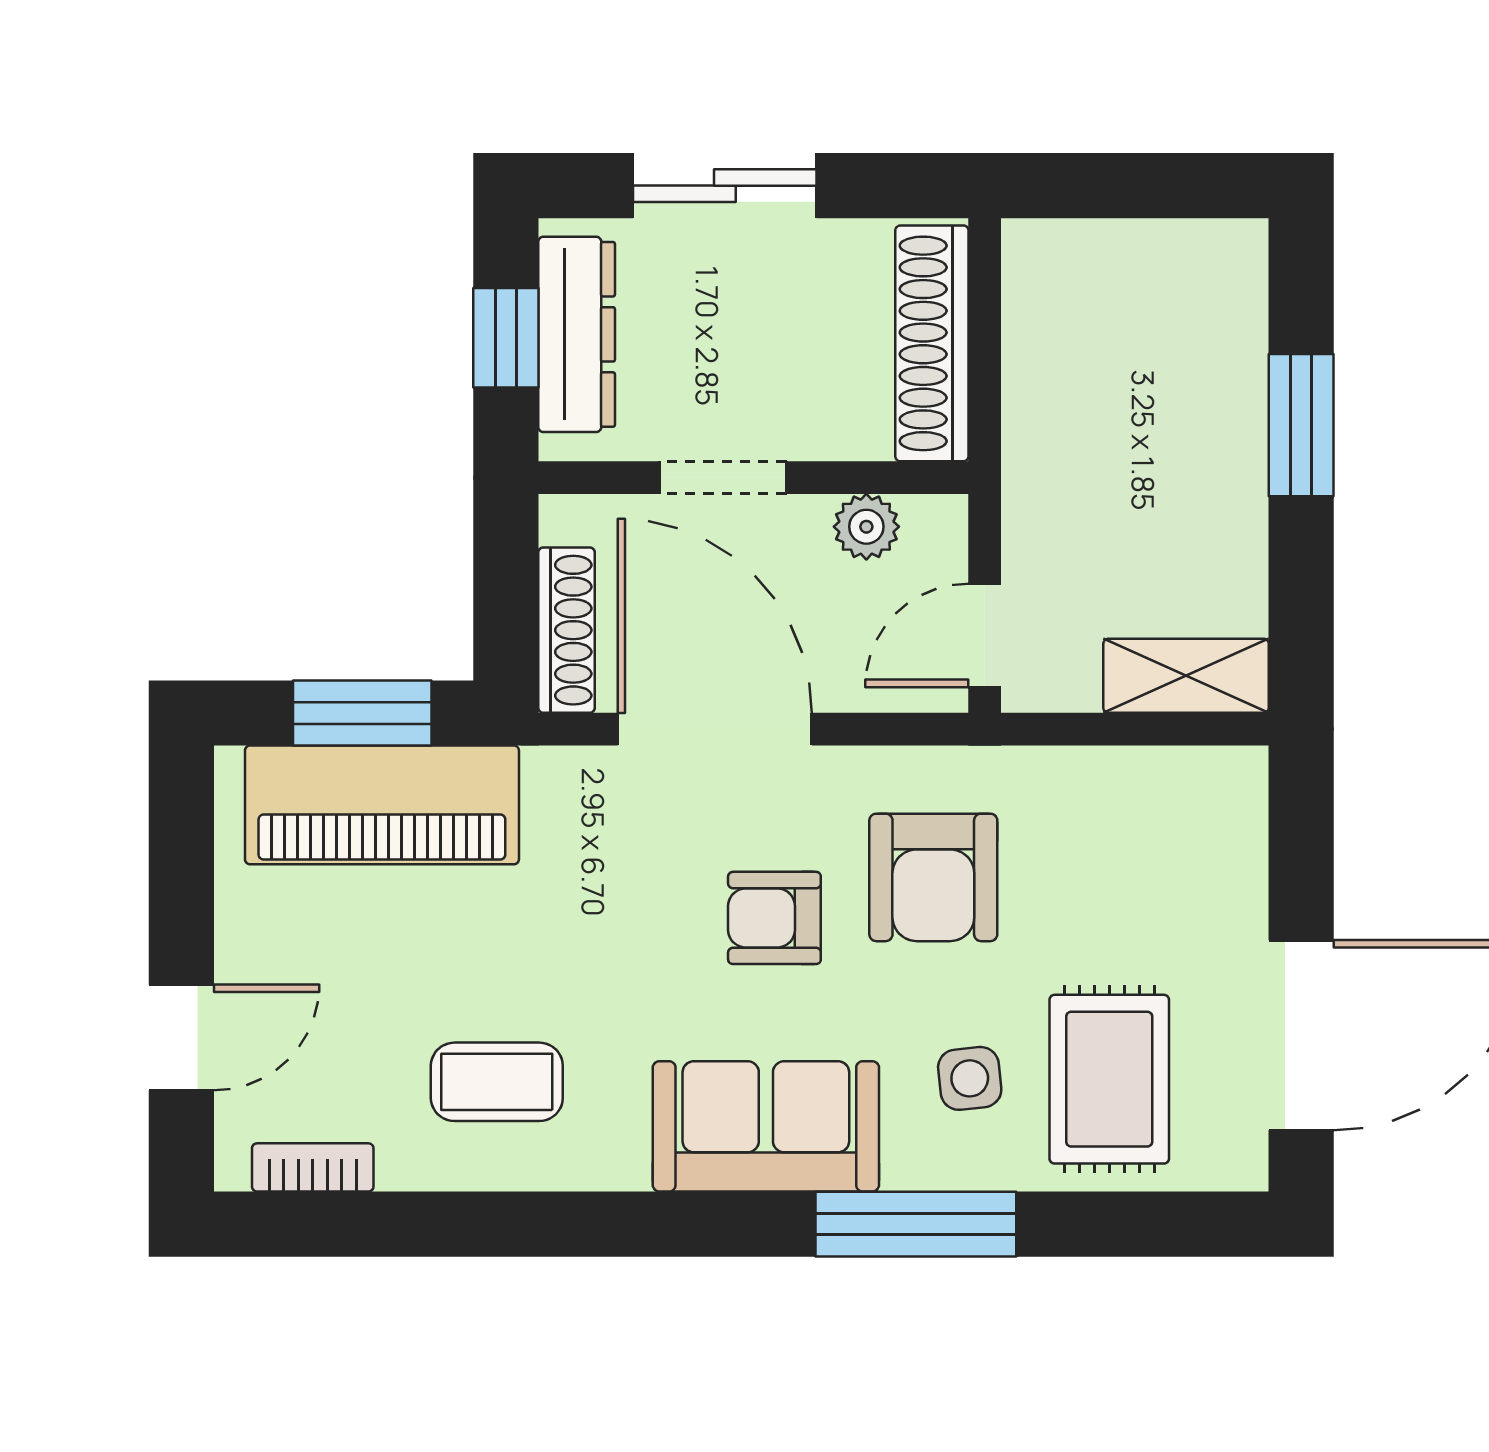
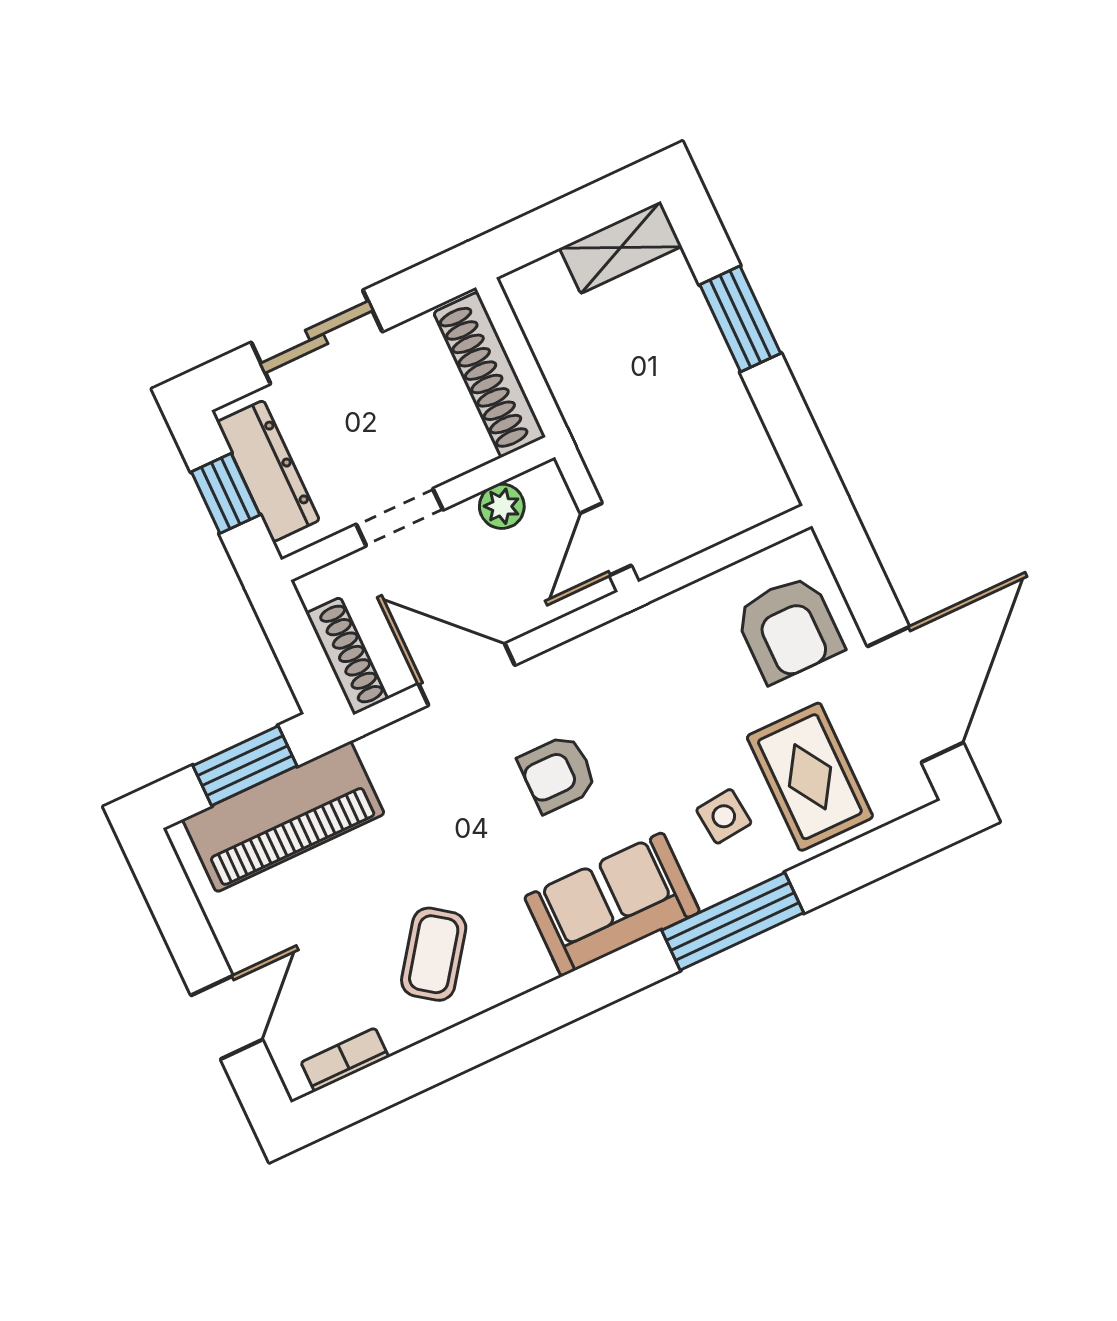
shelving: (1186, 676) -> (621, 247), moved
door: (715, 729) -> (467, 674), width x0.73
armchair: (933, 877) -> (789, 629), moved
coffee table: (497, 1082) -> (434, 954), turned -54

